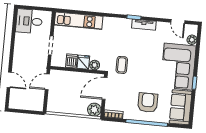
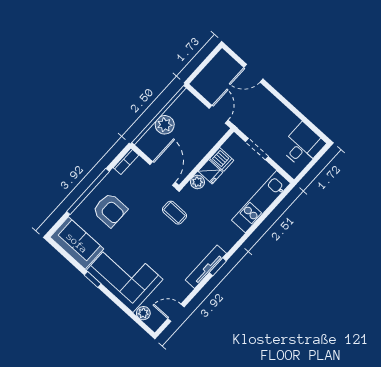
tv unit: (144, 25) -> (206, 267), width x1.41
plant: (94, 110) -> (165, 125), moved

